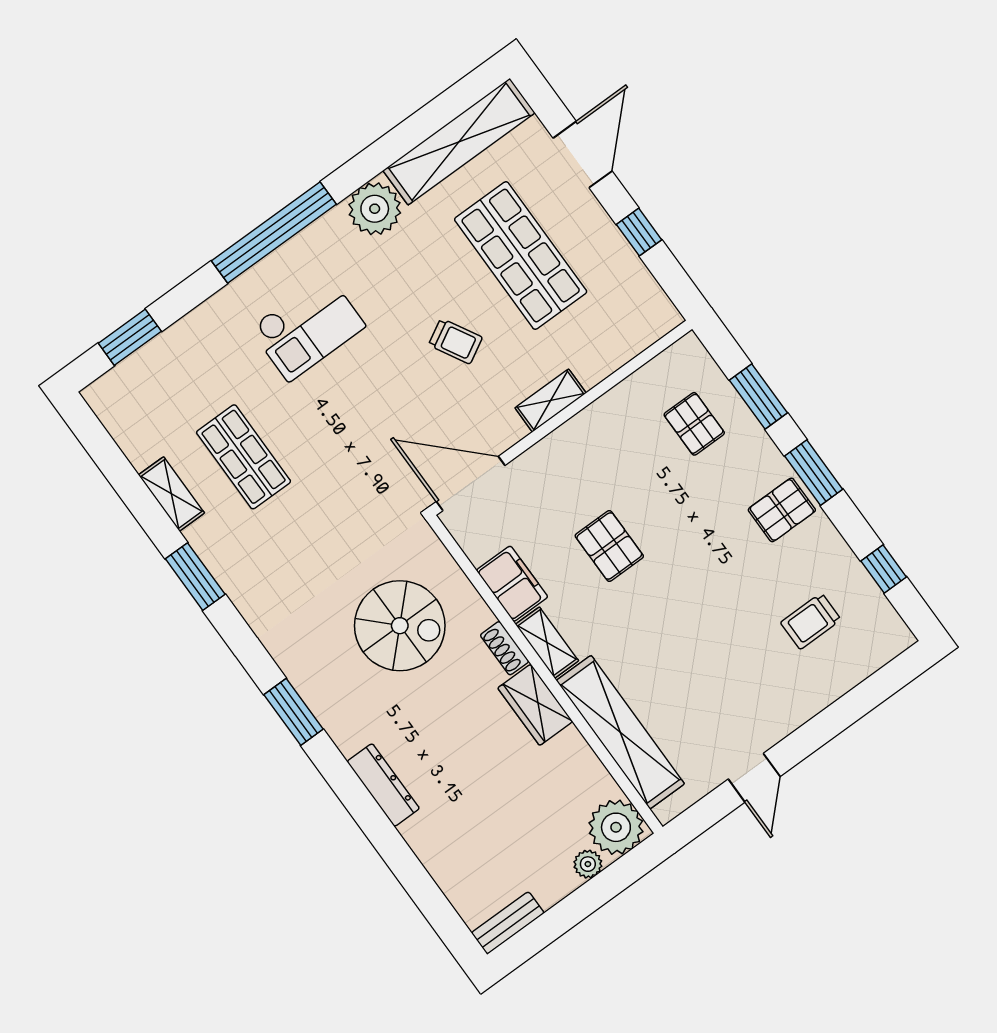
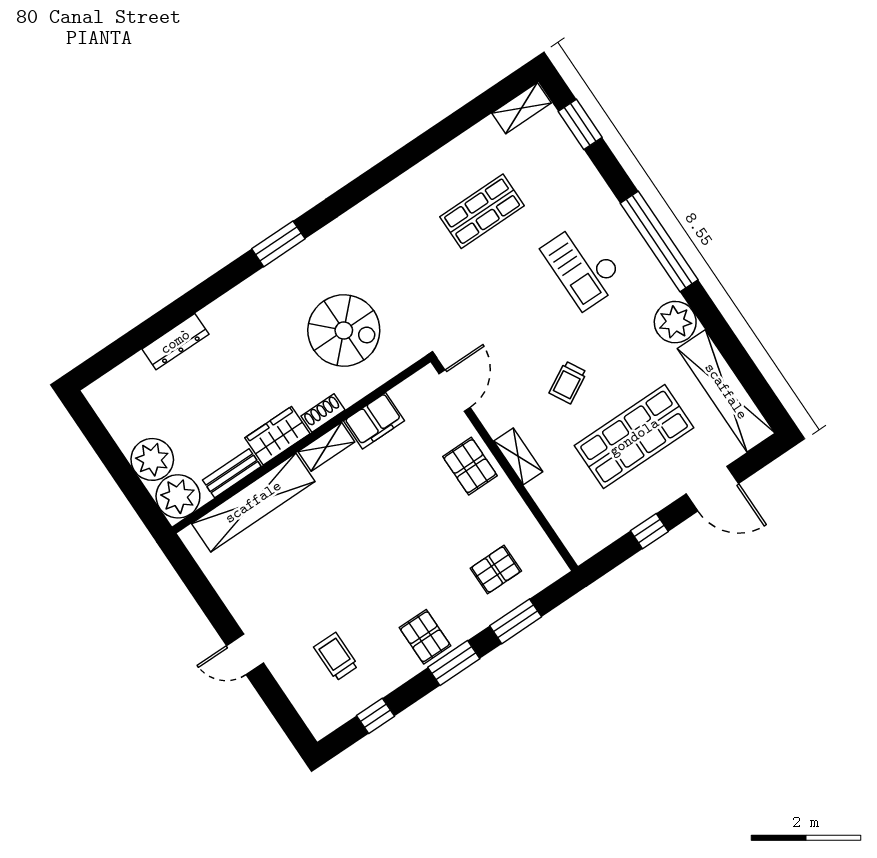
door: (471, 483) -> (455, 391), width x0.73
shelving: (172, 494) -> (521, 108), moved
pallet: (609, 546) -> (470, 466), moved, turned 90
window: (195, 577) -> (388, 170), removed
spiral stairs: (400, 626) -> (344, 330), turned -90
door: (754, 778) -> (245, 654), moved
dresser: (383, 785) -> (175, 342), moved
plant: (588, 864) -> (152, 459), width x1.88, depth x1.88
bench: (508, 923) -> (232, 473), moved, turned 90

